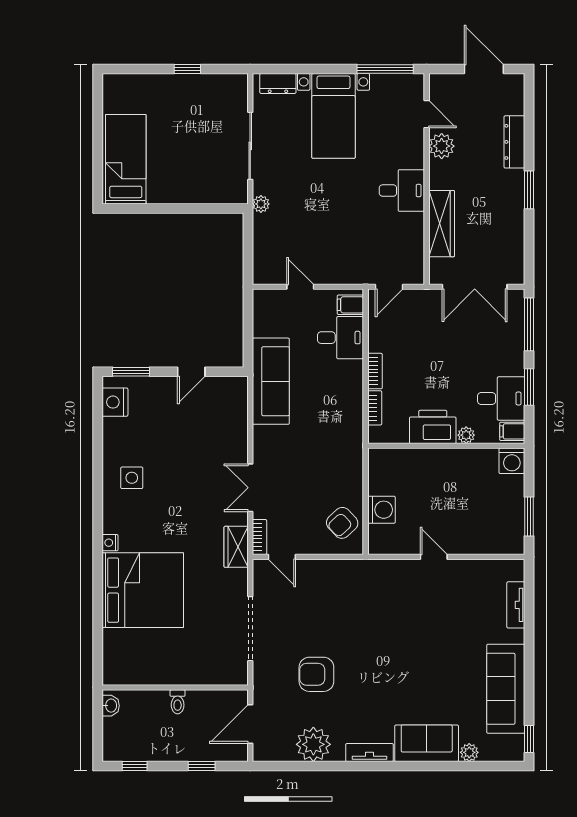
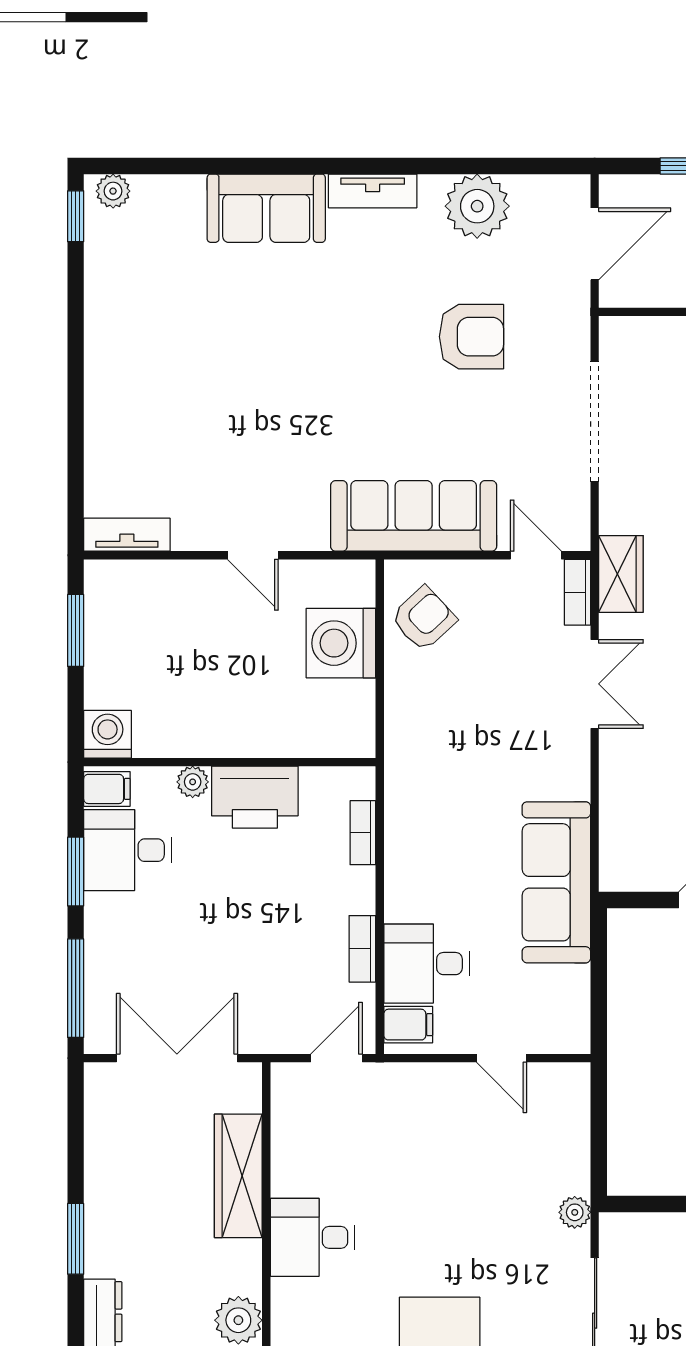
bookcase: (375, 371) -> (362, 949), moved
washing machine: (381, 510) -> (341, 643), width x1.37, depth x1.37
tv unit: (516, 605) -> (127, 535), moved, turned -90
sofa: (506, 689) -> (414, 516), moved, turned -90
plant: (469, 752) -> (113, 191), moved

